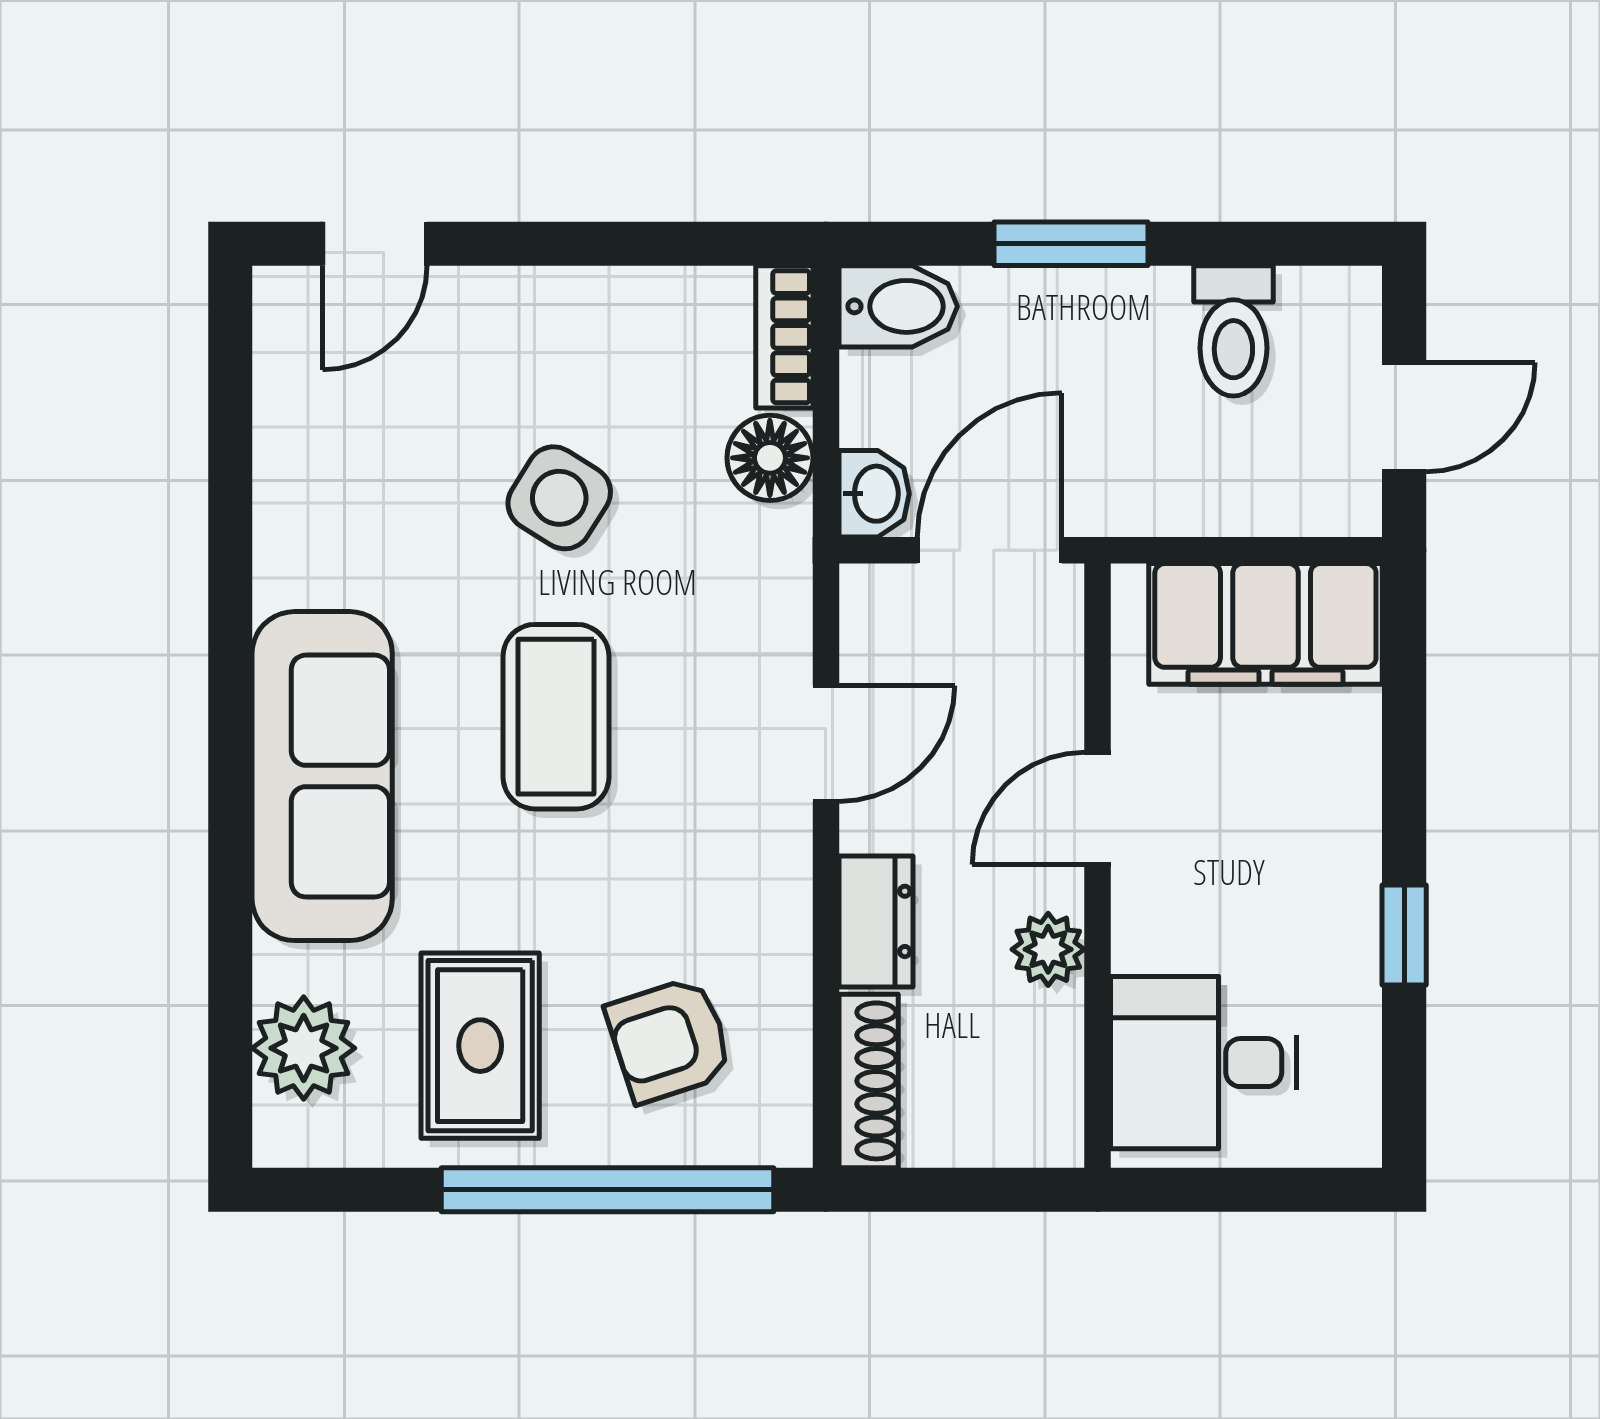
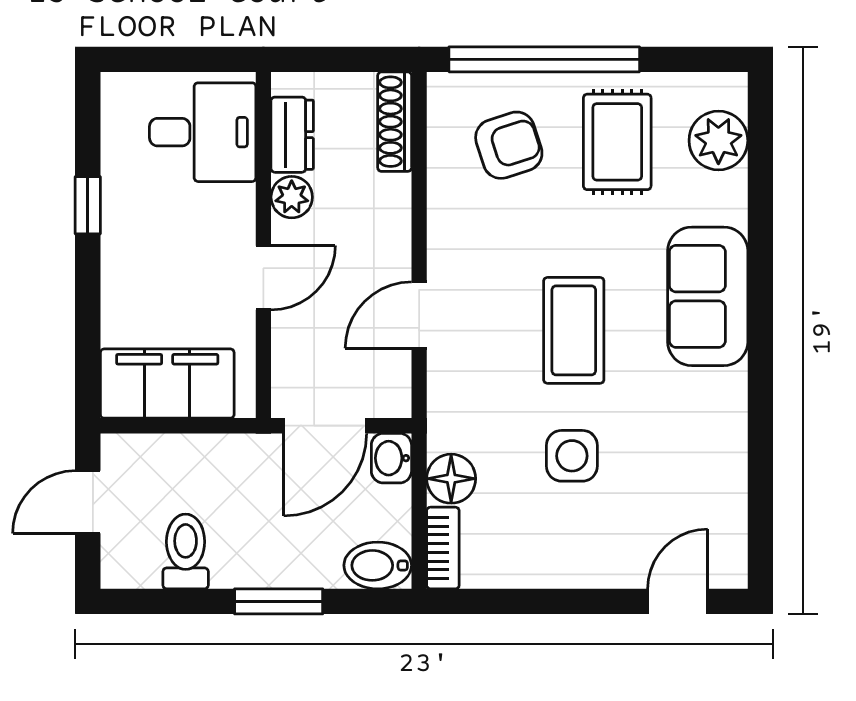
side table: (559, 498) -> (572, 456), turned -32
sofa: (322, 776) -> (708, 296), width x0.73
dresser: (876, 921) -> (292, 135), moved, turned 180

